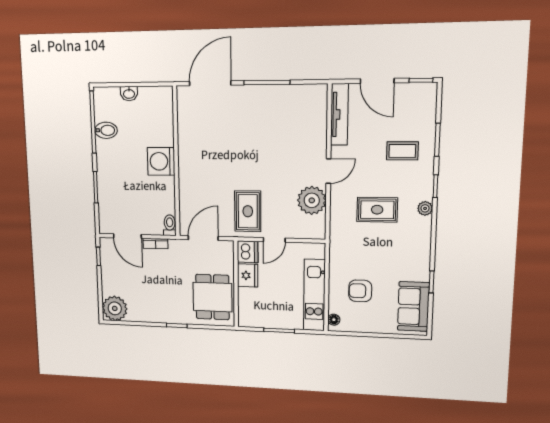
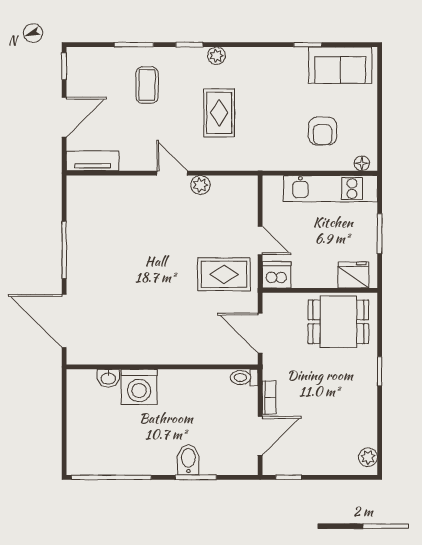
washbasin: (129, 94) -> (108, 378), moved, turned 90
tv unit: (339, 114) -> (93, 161), width x0.71
bidet: (106, 130) -> (188, 460), moved
washing machine: (161, 161) -> (139, 387), moved
plant: (312, 200) -> (200, 185), width x0.53, depth x0.53
fridge: (248, 275) -> (353, 275), moved
plant: (115, 308) -> (368, 457), width x0.53, depth x0.53

